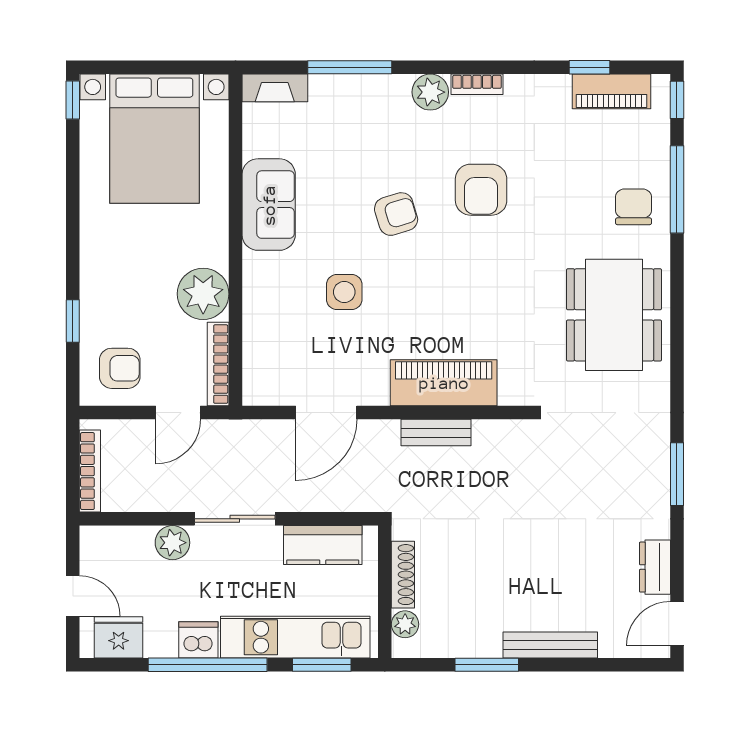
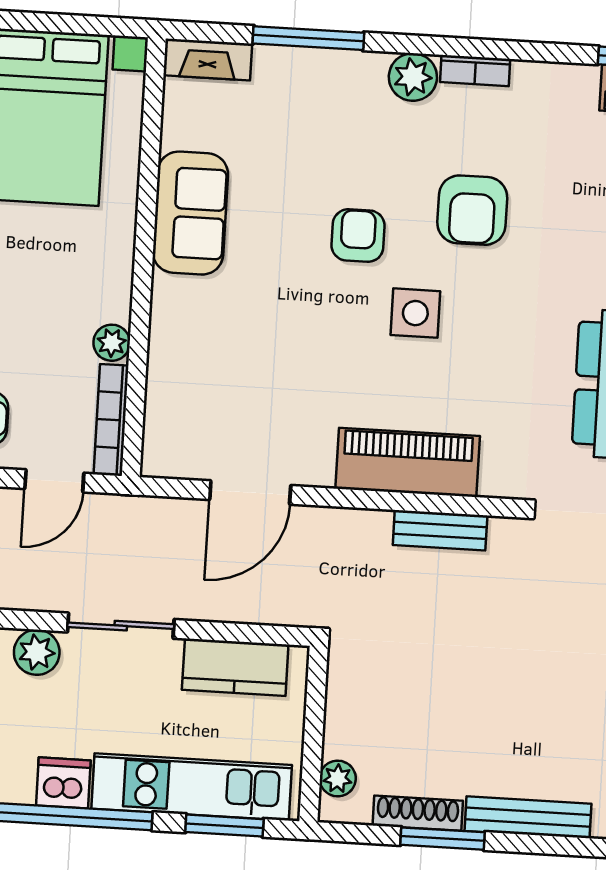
armchair: (396, 214) -> (358, 236), turned -73
side table: (344, 292) -> (415, 313), moved
plant: (203, 294) -> (112, 343), width x0.53, depth x0.53
bench: (436, 433) -> (440, 530), moved
shoe rack: (403, 575) -> (418, 813), moved, turned -90

